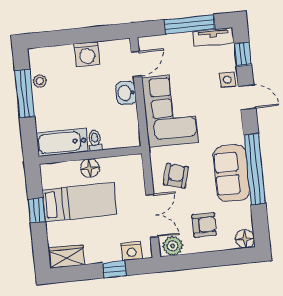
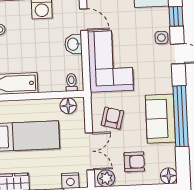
door: (136, 64) -> (84, 20), hinge flipped
toilet: (95, 141) -> (71, 82), moved
floor lamp: (90, 168) -> (68, 106), moved

